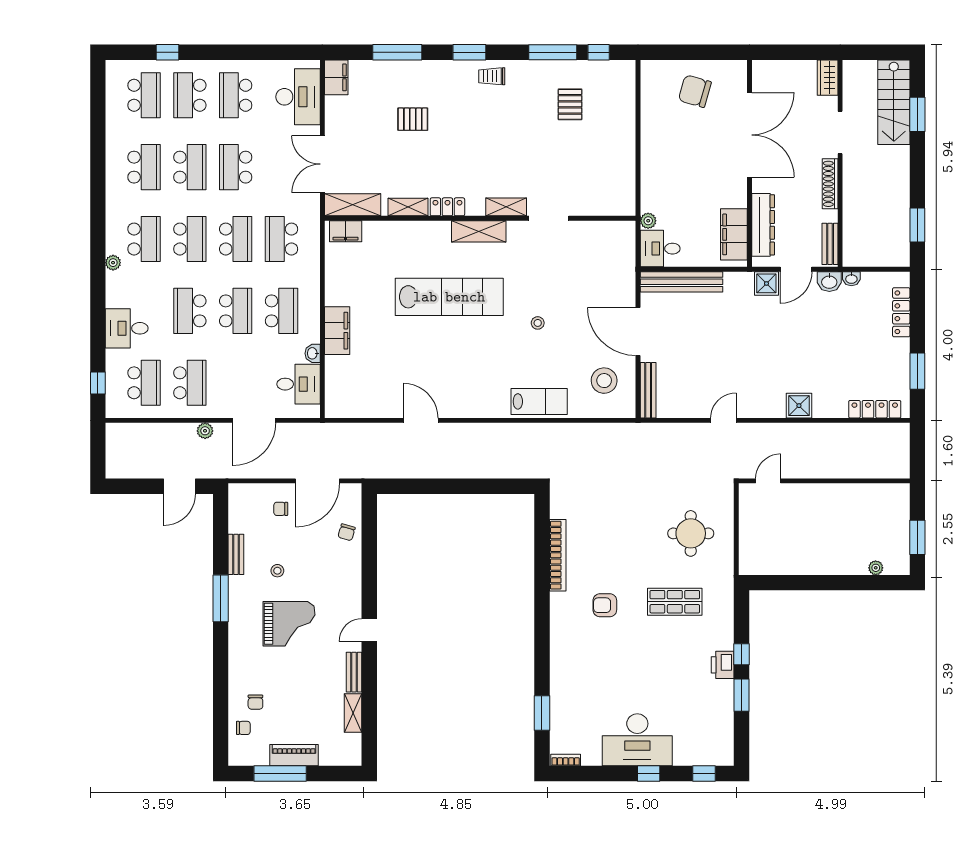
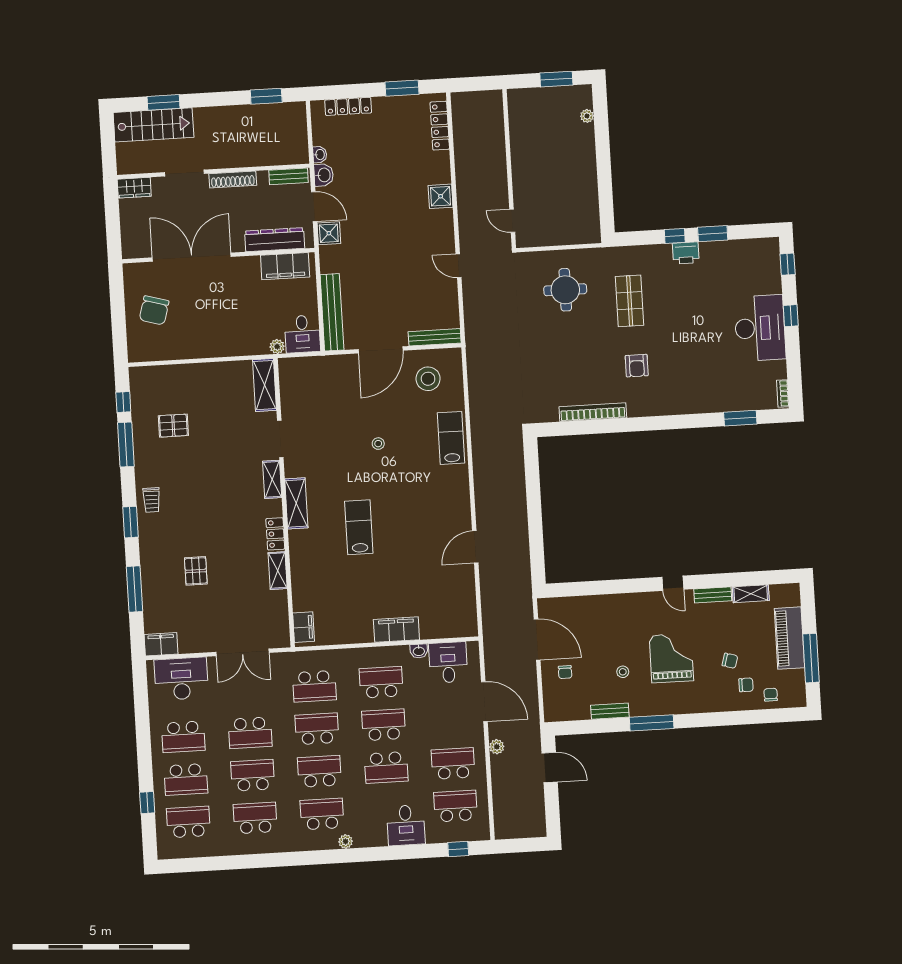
shelving: (353, 205) -> (265, 385), moved
lab bench: (449, 297) -> (359, 527), width x0.54, depth x0.72
chair: (347, 532) -> (730, 661), moved
piano: (294, 755) -> (789, 638), width x1.37, depth x1.33

